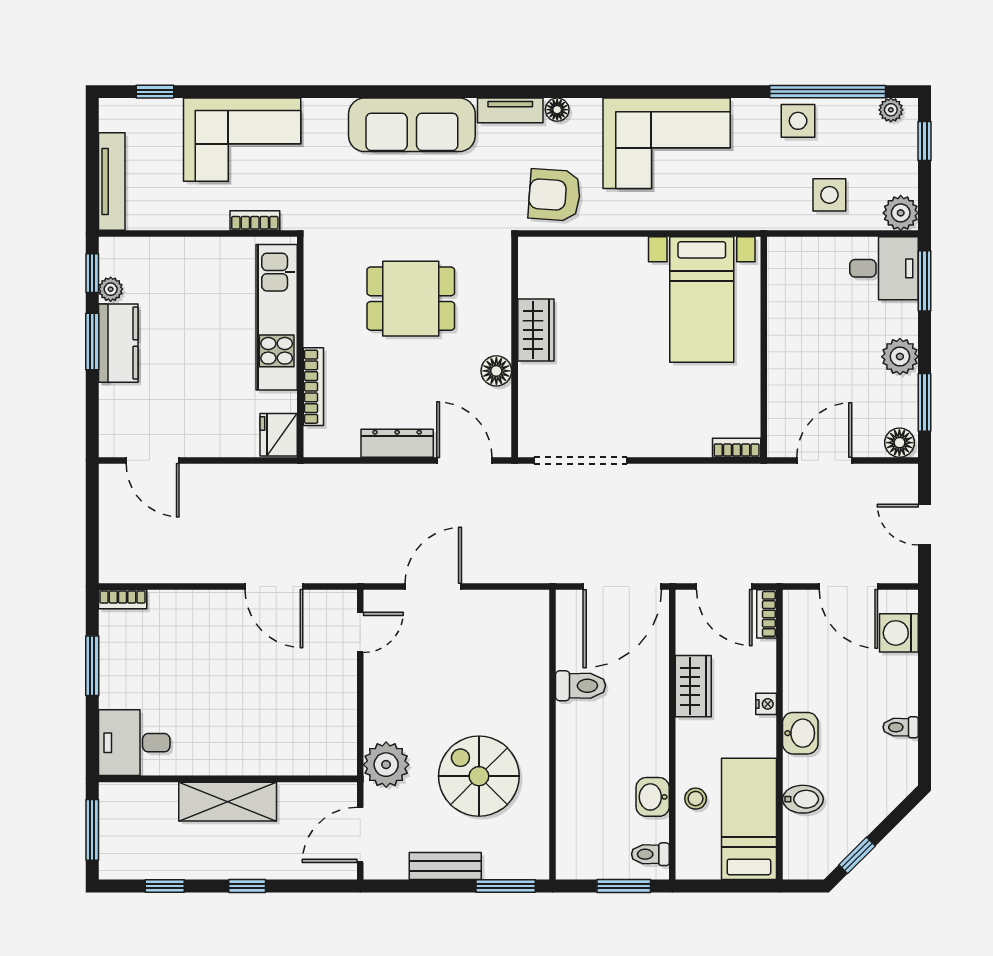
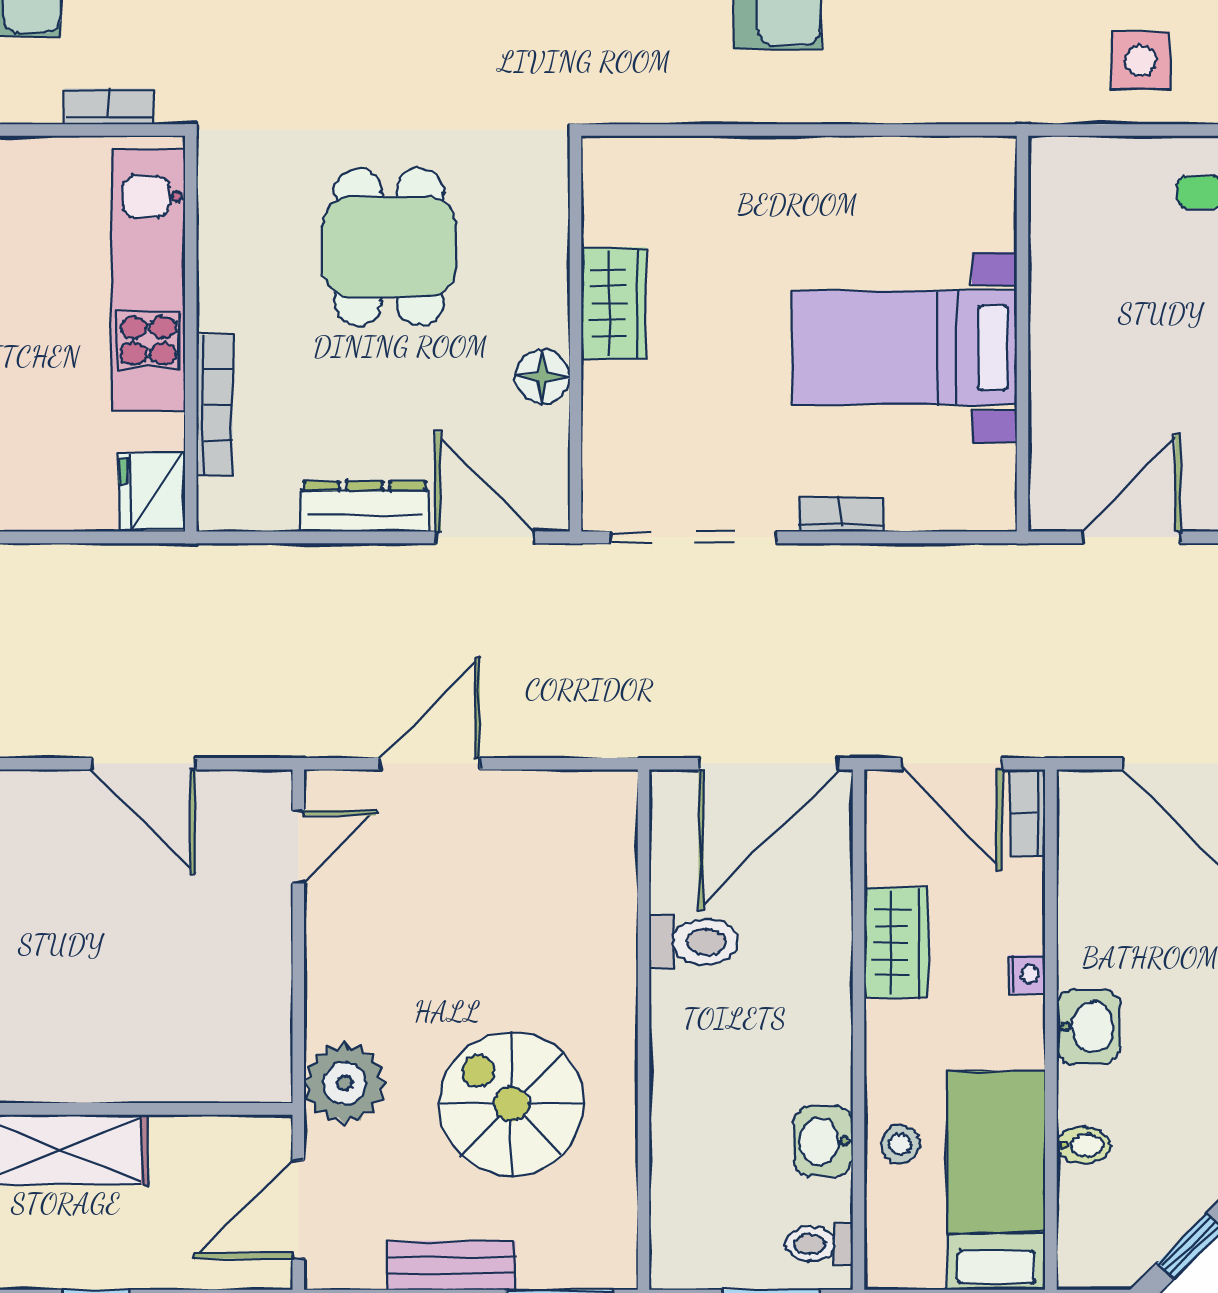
armchair: (555, 195) -> (647, 61), removed
dining table: (411, 299) -> (389, 247), turned 90
bed with nightstands: (702, 299) -> (904, 348), moved, turned 90
bookcase: (737, 448) -> (841, 515), moved
bidet: (803, 799) -> (1083, 1145), width x0.72, depth x0.74

